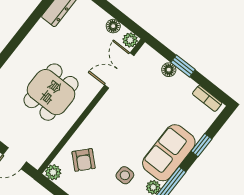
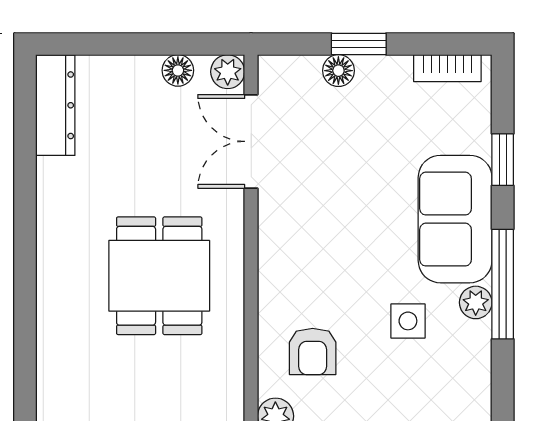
armchair: (84, 160) -> (313, 351), turned 47

